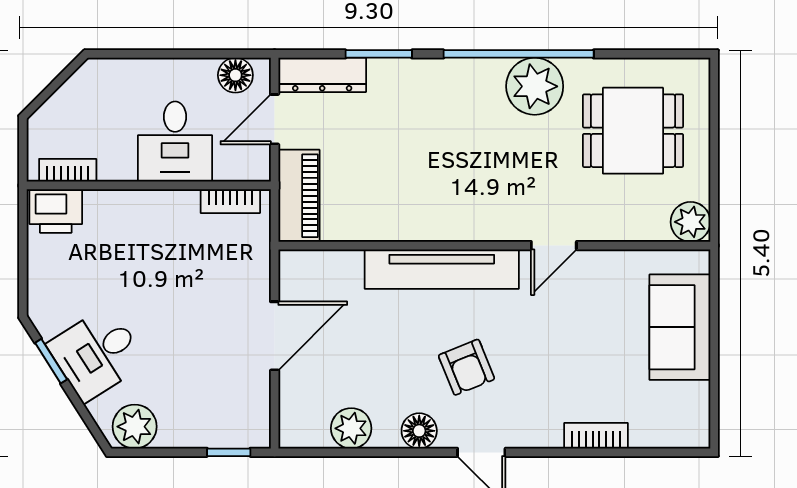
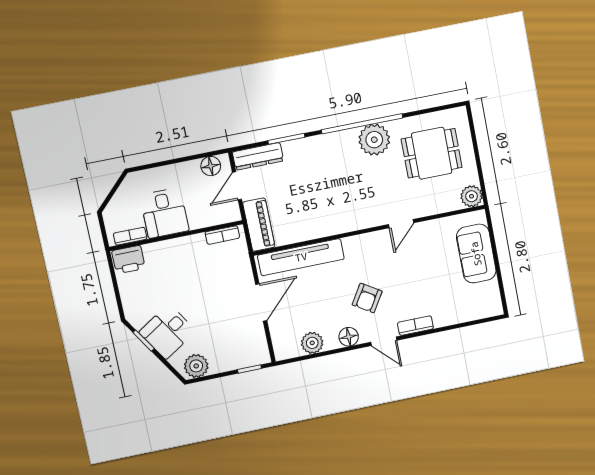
desk: (175, 142) -> (164, 213), moved
tv unit: (442, 269) -> (301, 257), moved
armchair: (466, 367) -> (367, 298), turned 54
bookcase: (596, 436) -> (415, 326), moved

